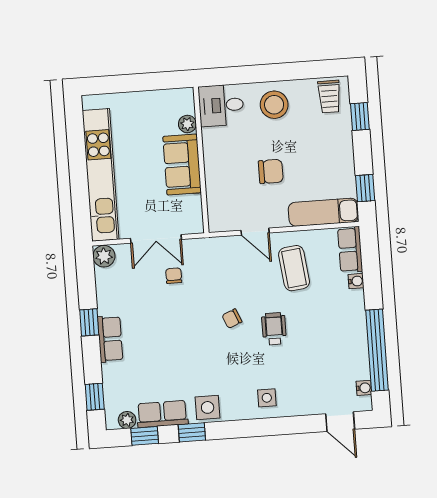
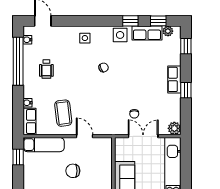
chair: (232, 319) -> (104, 68), moved
wheelchair: (274, 329) -> (46, 69), moved

